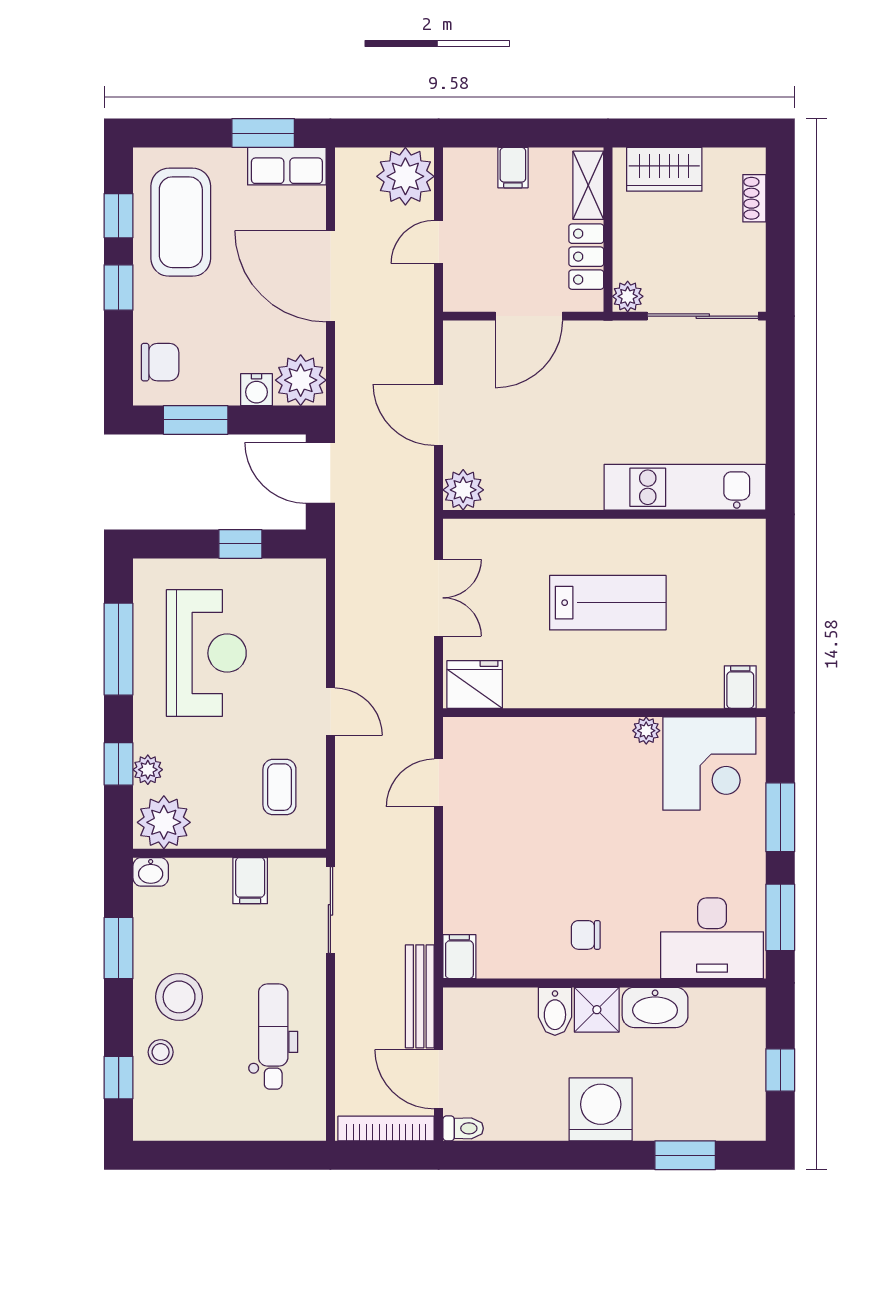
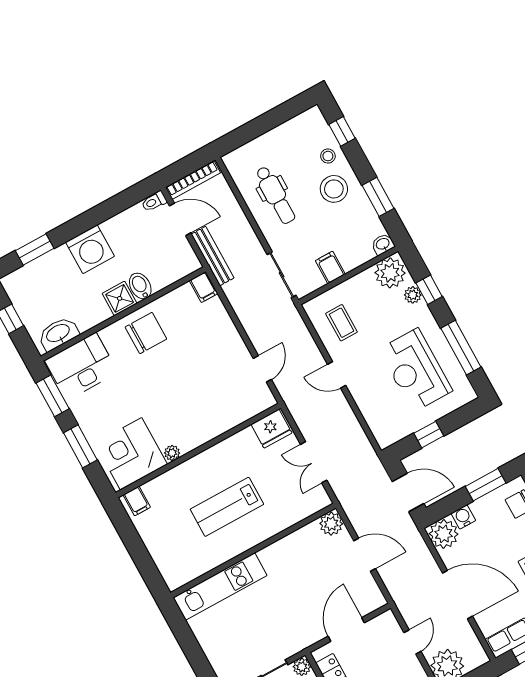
chair: (586, 935) -> (146, 333), width x1.87, depth x1.87
washbasin: (655, 1007) -> (58, 334), moved

